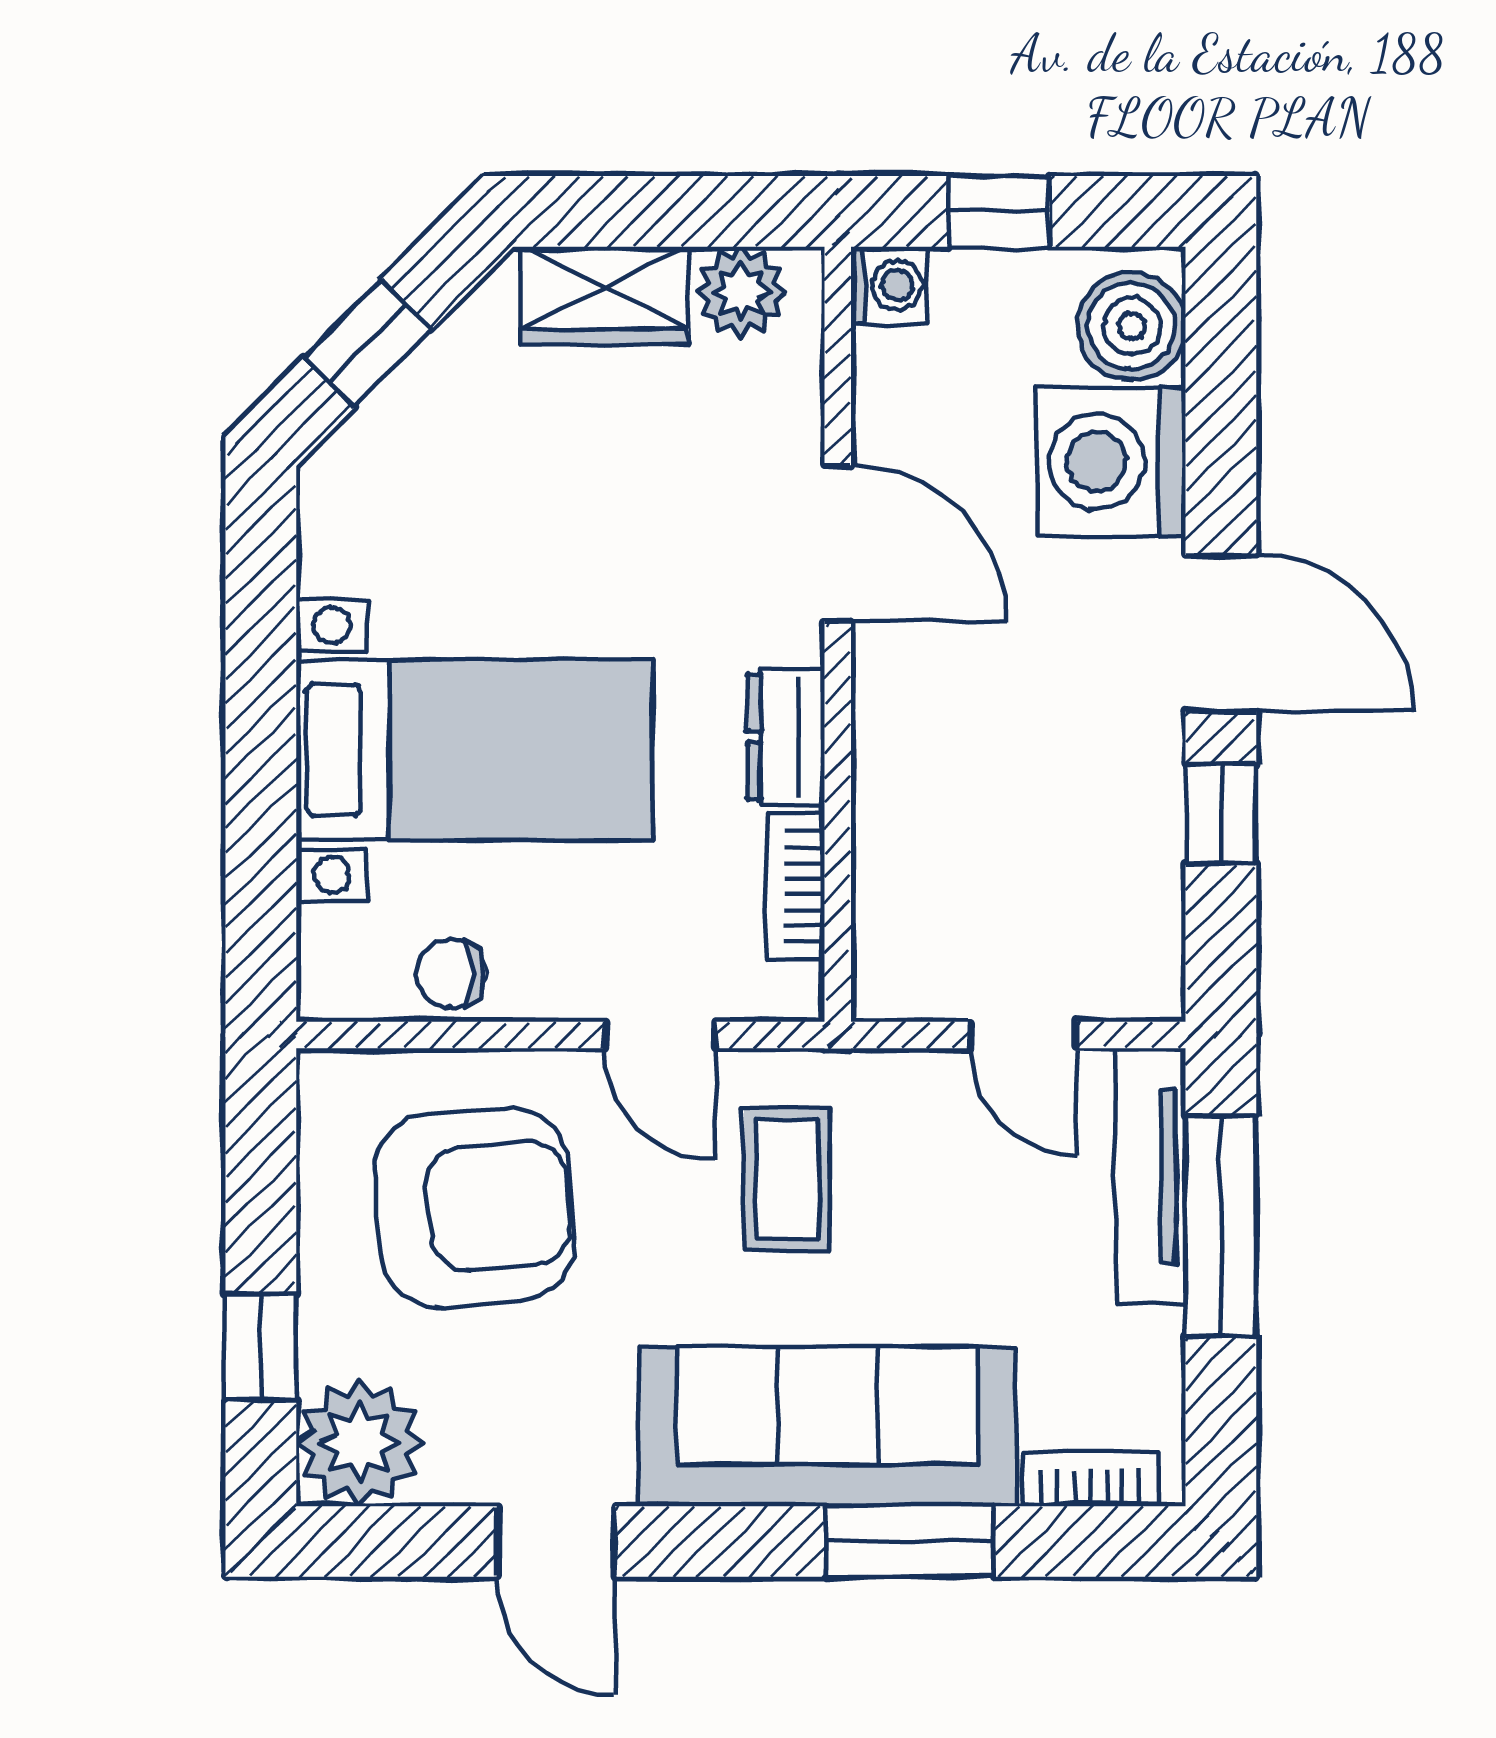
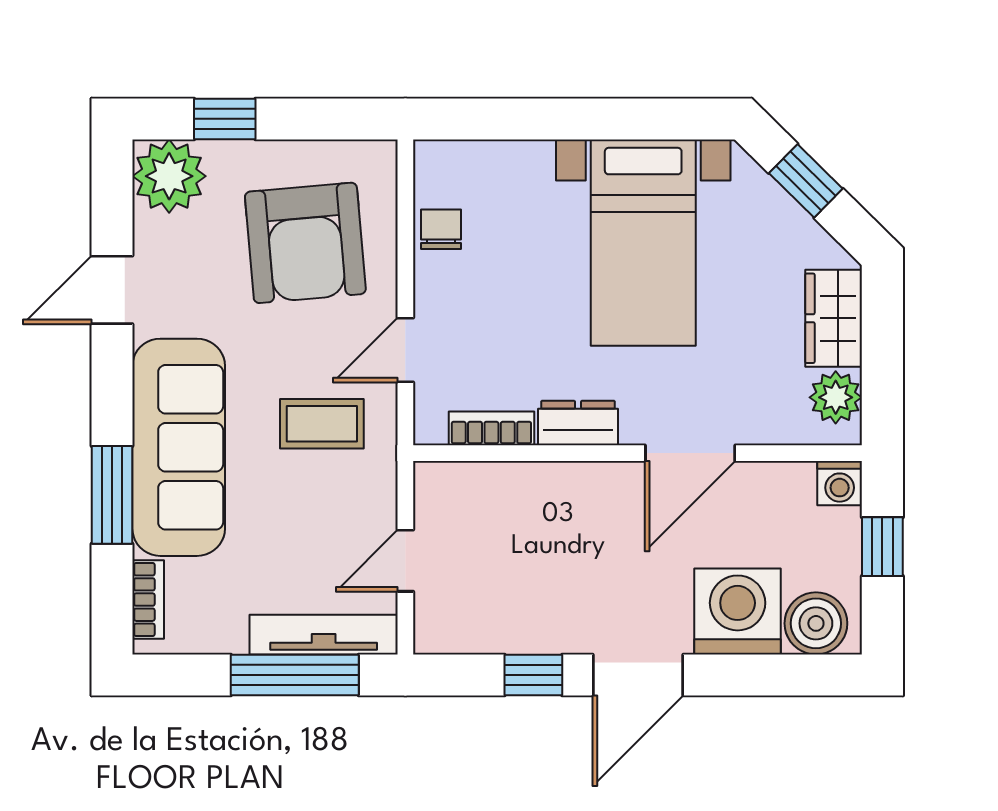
bed with nightstands: (474, 750) -> (643, 243), moved

